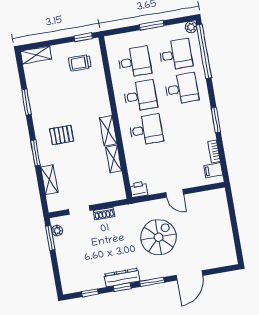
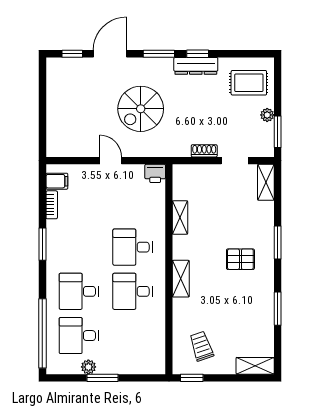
plant: (191, 27) -> (88, 367), moved
desk: (134, 62) -> (133, 336), removed
trolley: (80, 63) -> (201, 346), turned -109
shelving: (108, 131) -> (181, 279), moved
shelving: (49, 180) -> (266, 182), moved
plant: (57, 231) -> (267, 115), moved
rug: (79, 272) -> (249, 83), added
window: (90, 293) -> (72, 54), moved

